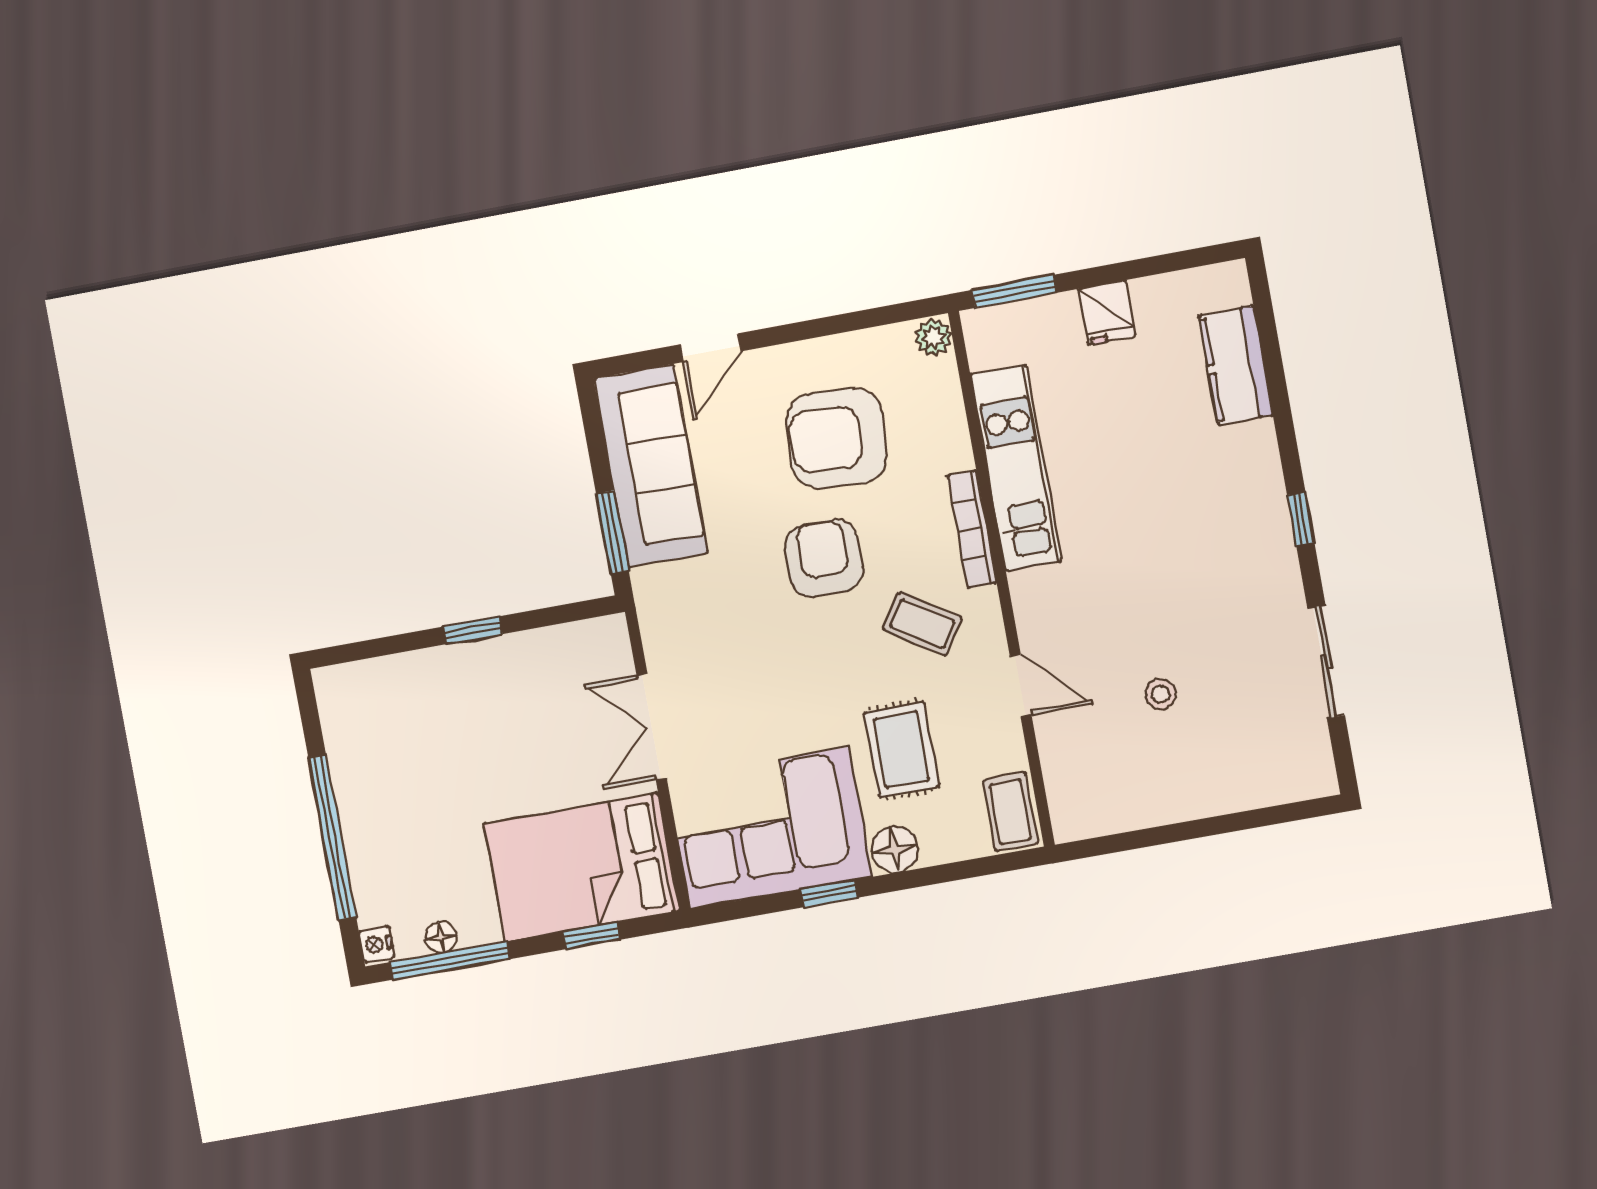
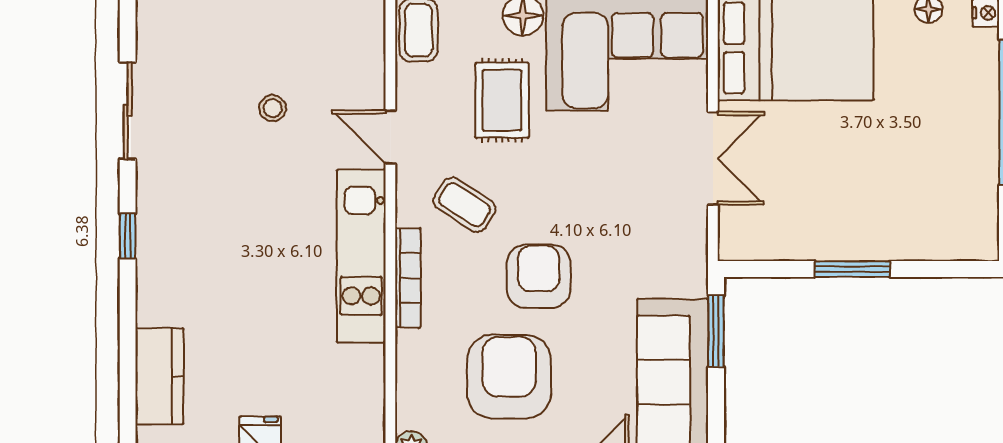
armchair: (837, 438) -> (509, 377), turned -94
kitchen unit: (1016, 468) -> (361, 256), moved
armchair: (824, 558) -> (539, 276), turned 180
window: (473, 630) -> (852, 269), width x1.50

